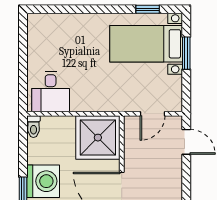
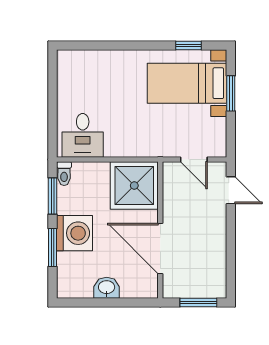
door: (152, 114) -> (194, 160), hinge flipped
window: (23, 147) -> (53, 196), added

